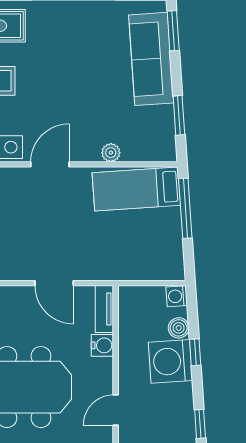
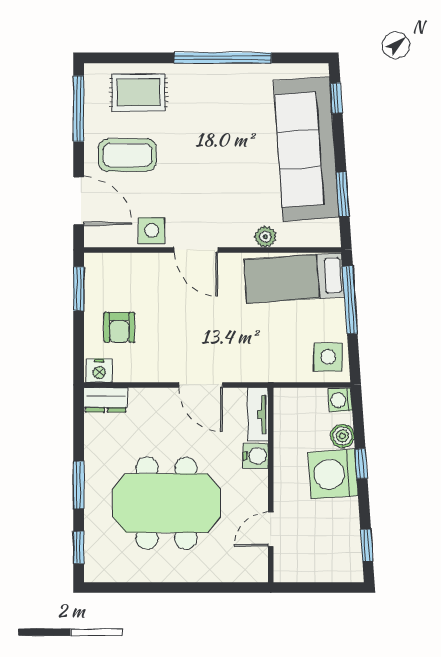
window: (173, 31) -> (336, 98), width x0.67
sofa: (151, 59) -> (306, 149), width x1.36, depth x1.27
door: (50, 164) -> (196, 250), swing flipped
side table: (166, 259) -> (328, 357), added

